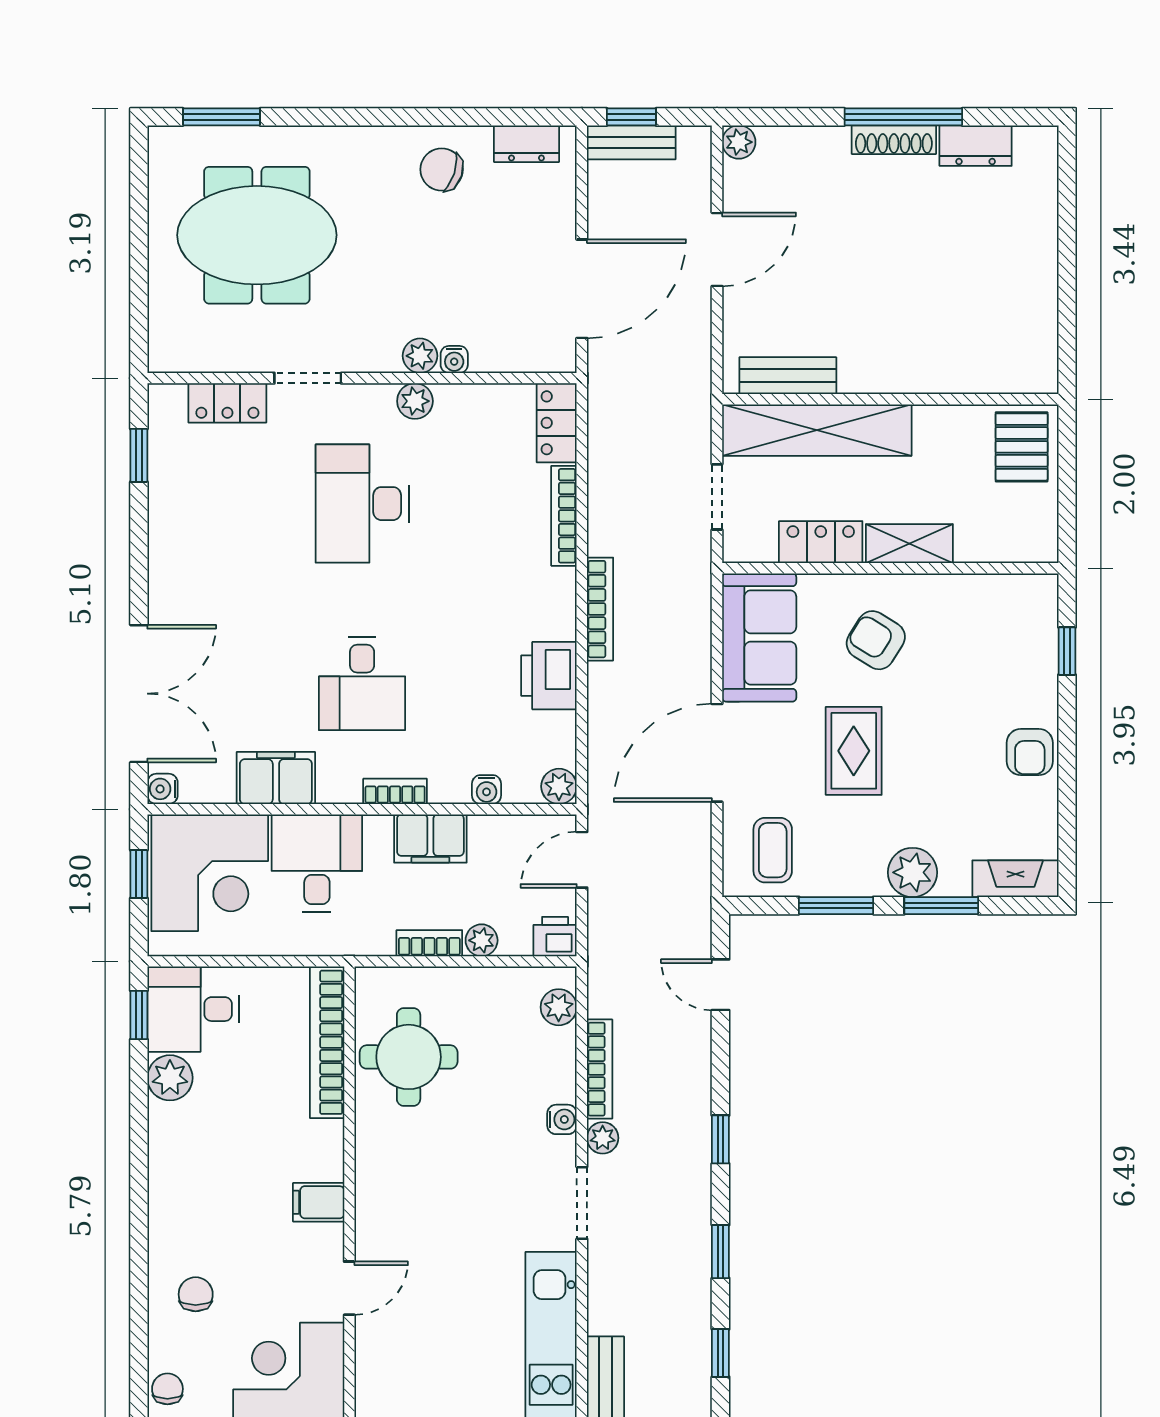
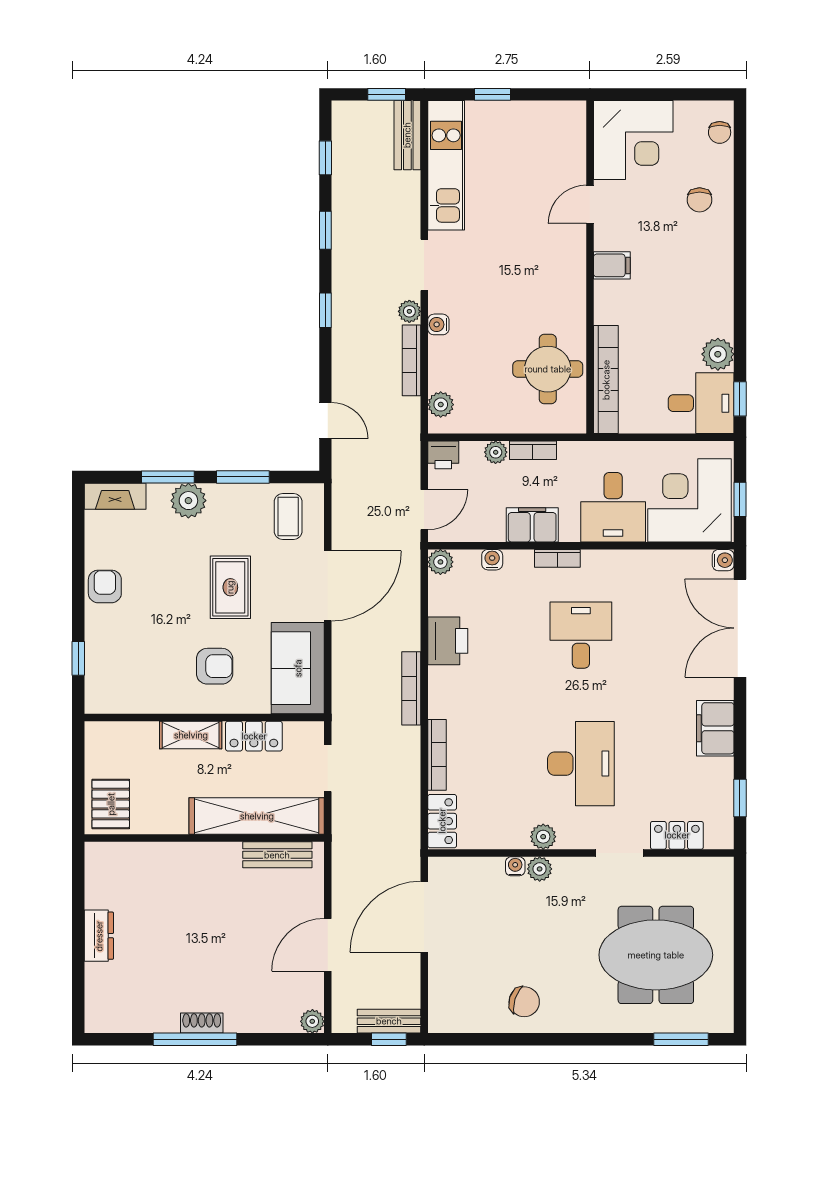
shoe rack: (894, 140) -> (202, 1023), width x0.70
dresser: (526, 144) -> (464, 1020), removed
dresser: (976, 146) -> (99, 936), moved, turned 90
armchair: (876, 640) -> (215, 666), turned -32
filing cabinet: (276, 778) -> (715, 728), moved, turned 90

